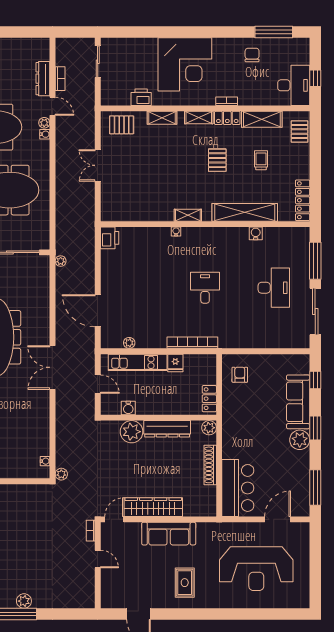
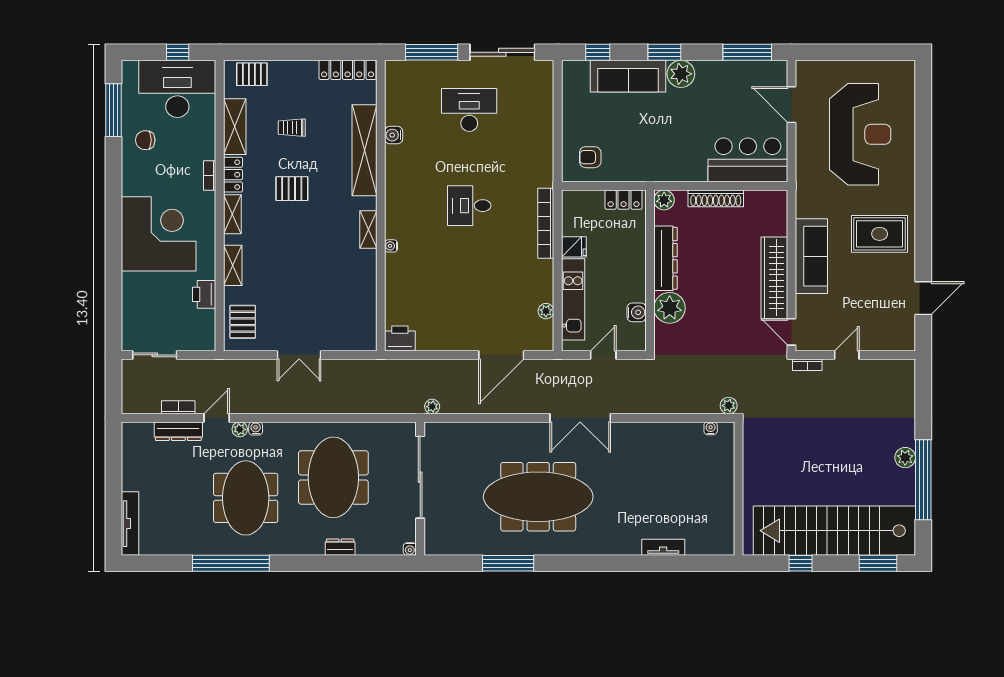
desk: (294, 85) -> (177, 89), width x1.36, depth x1.30
rug: (185, 583) -> (880, 234), width x1.36, depth x1.43

